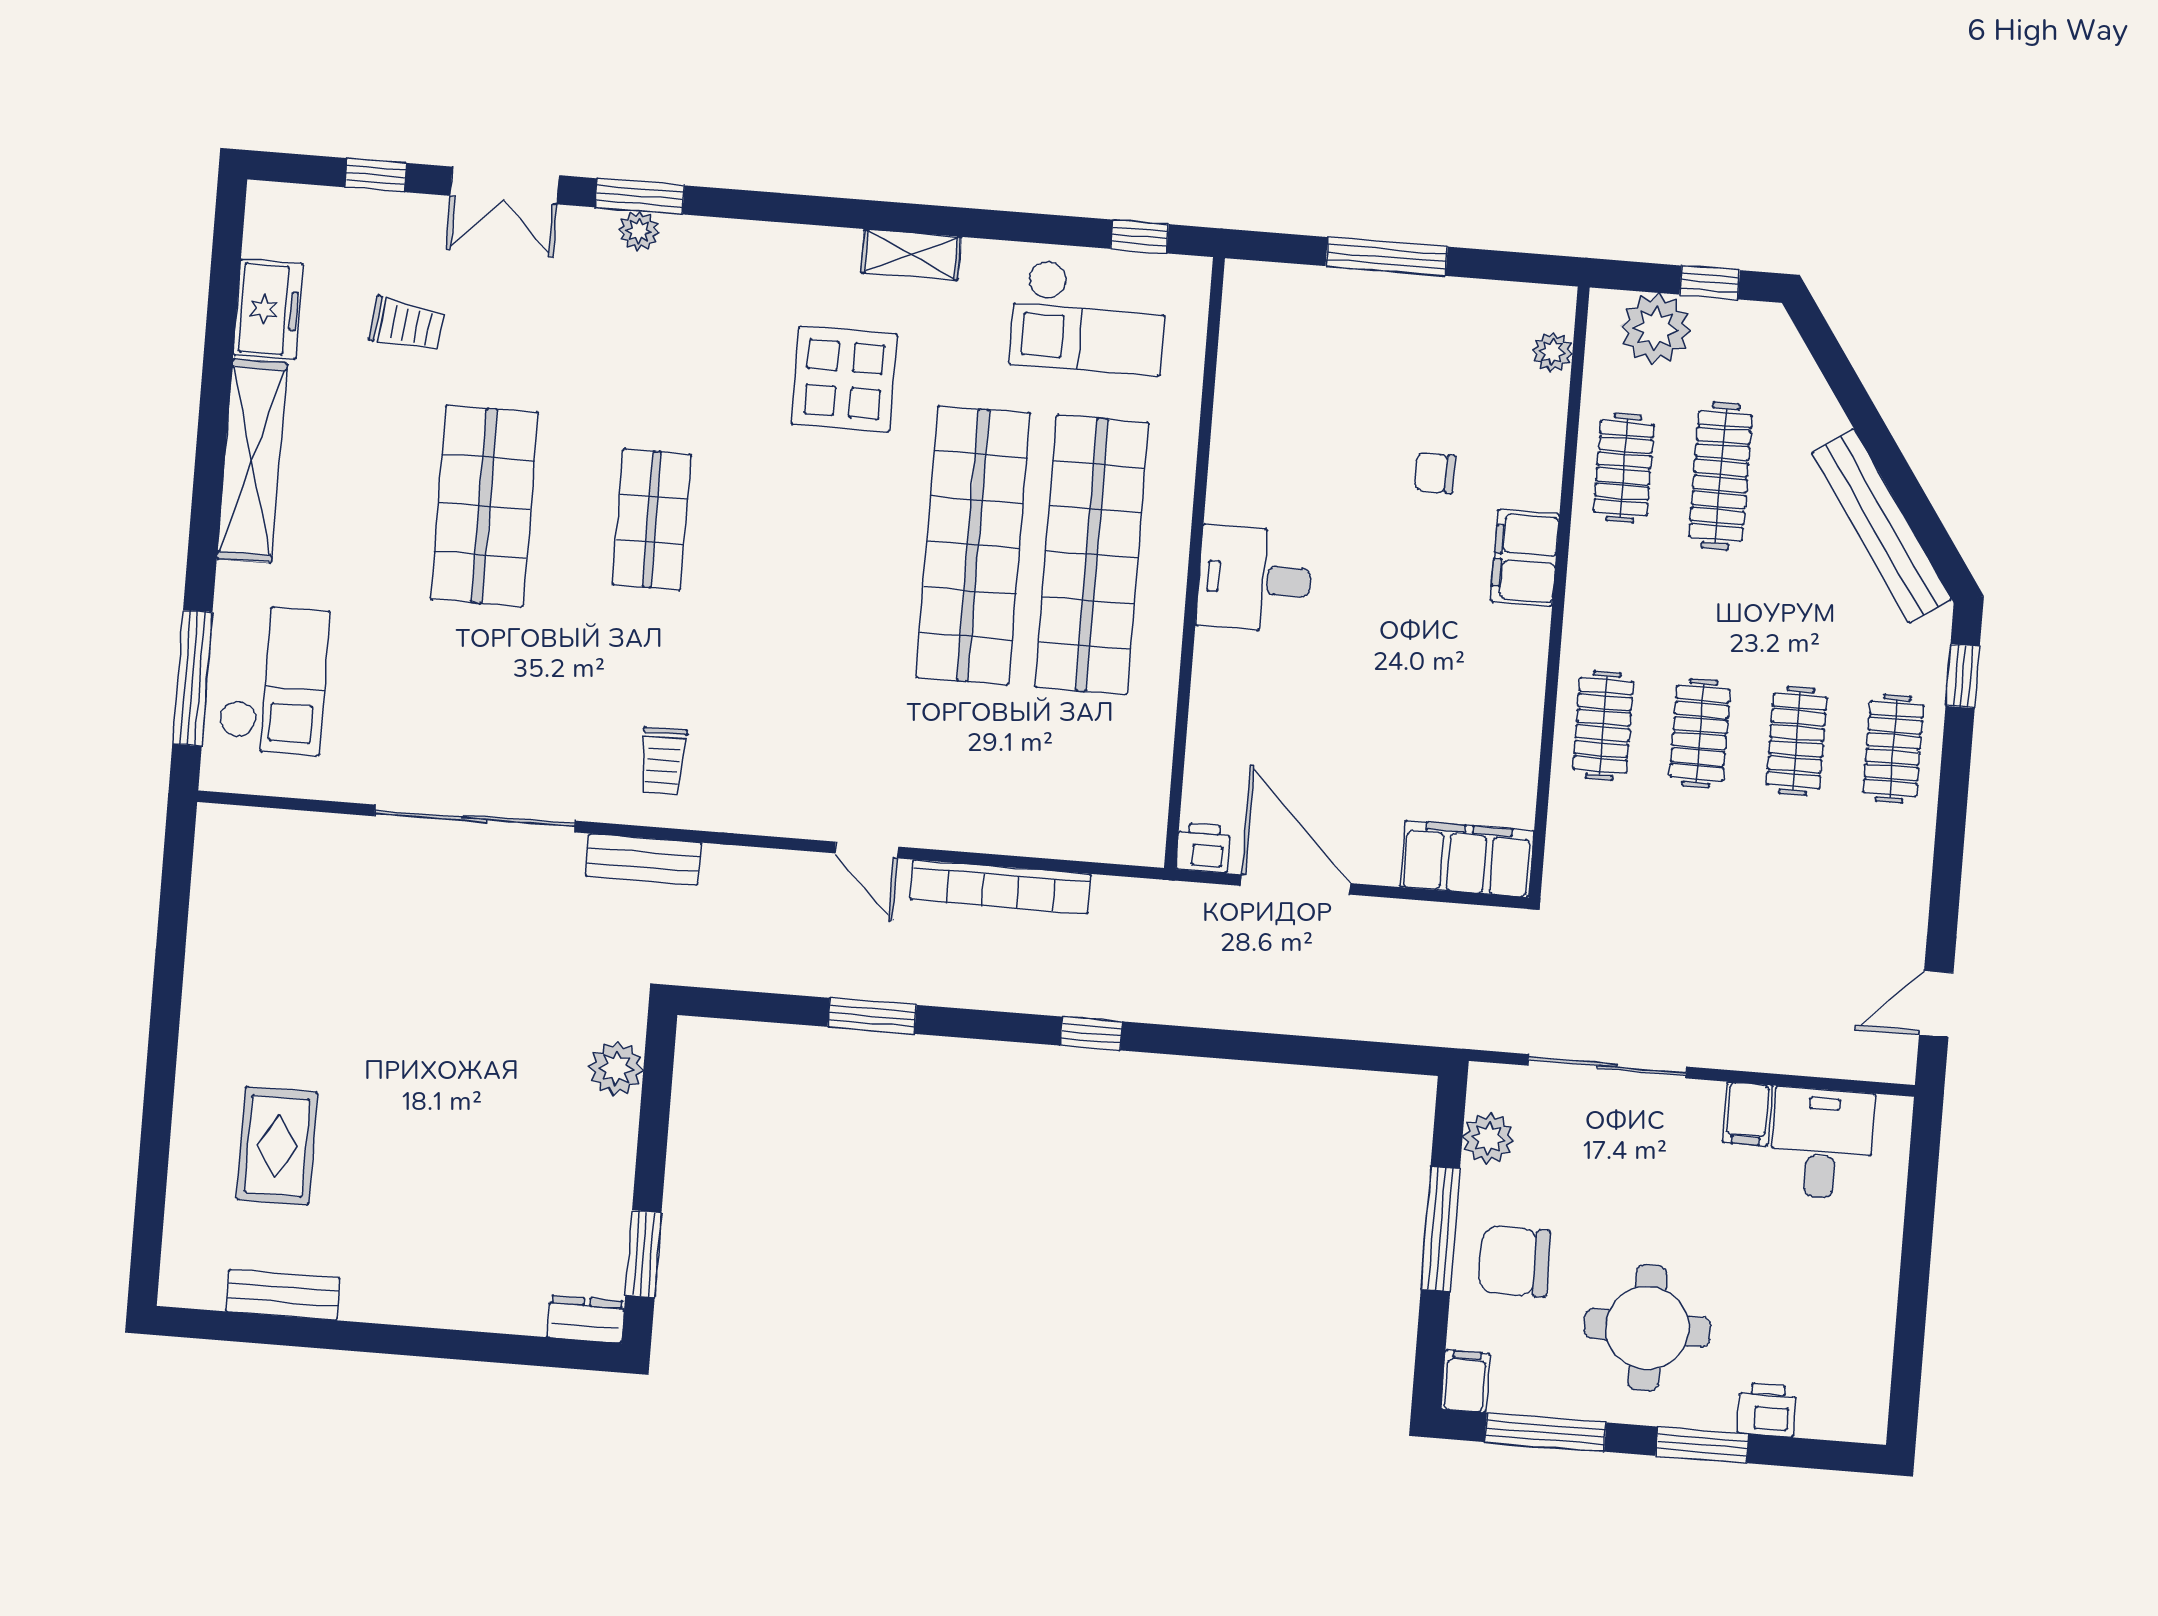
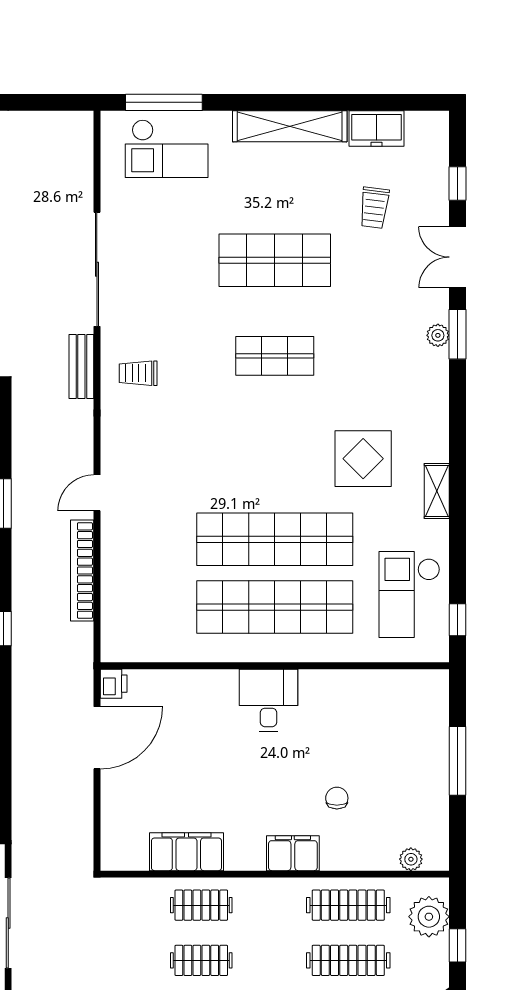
clothes rail: (1624, 468) -> (348, 905), width x1.36
filing cabinet: (1467, 859) -> (186, 852), moved, turned -90

